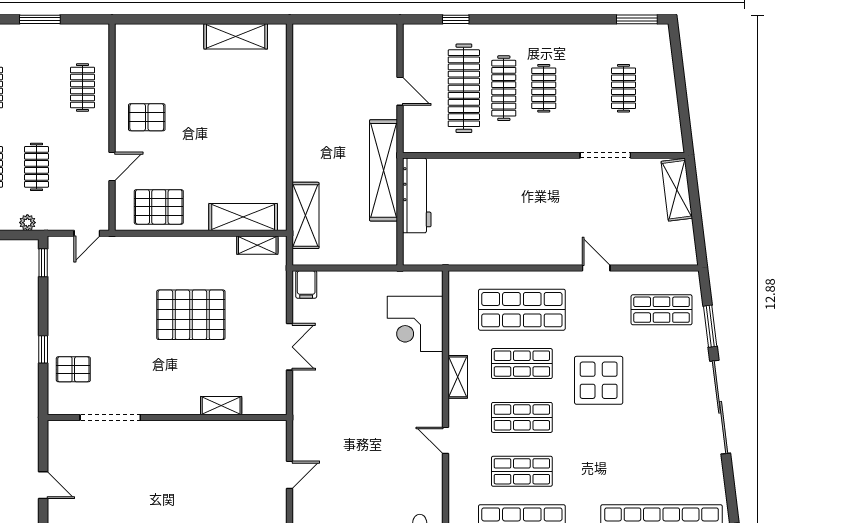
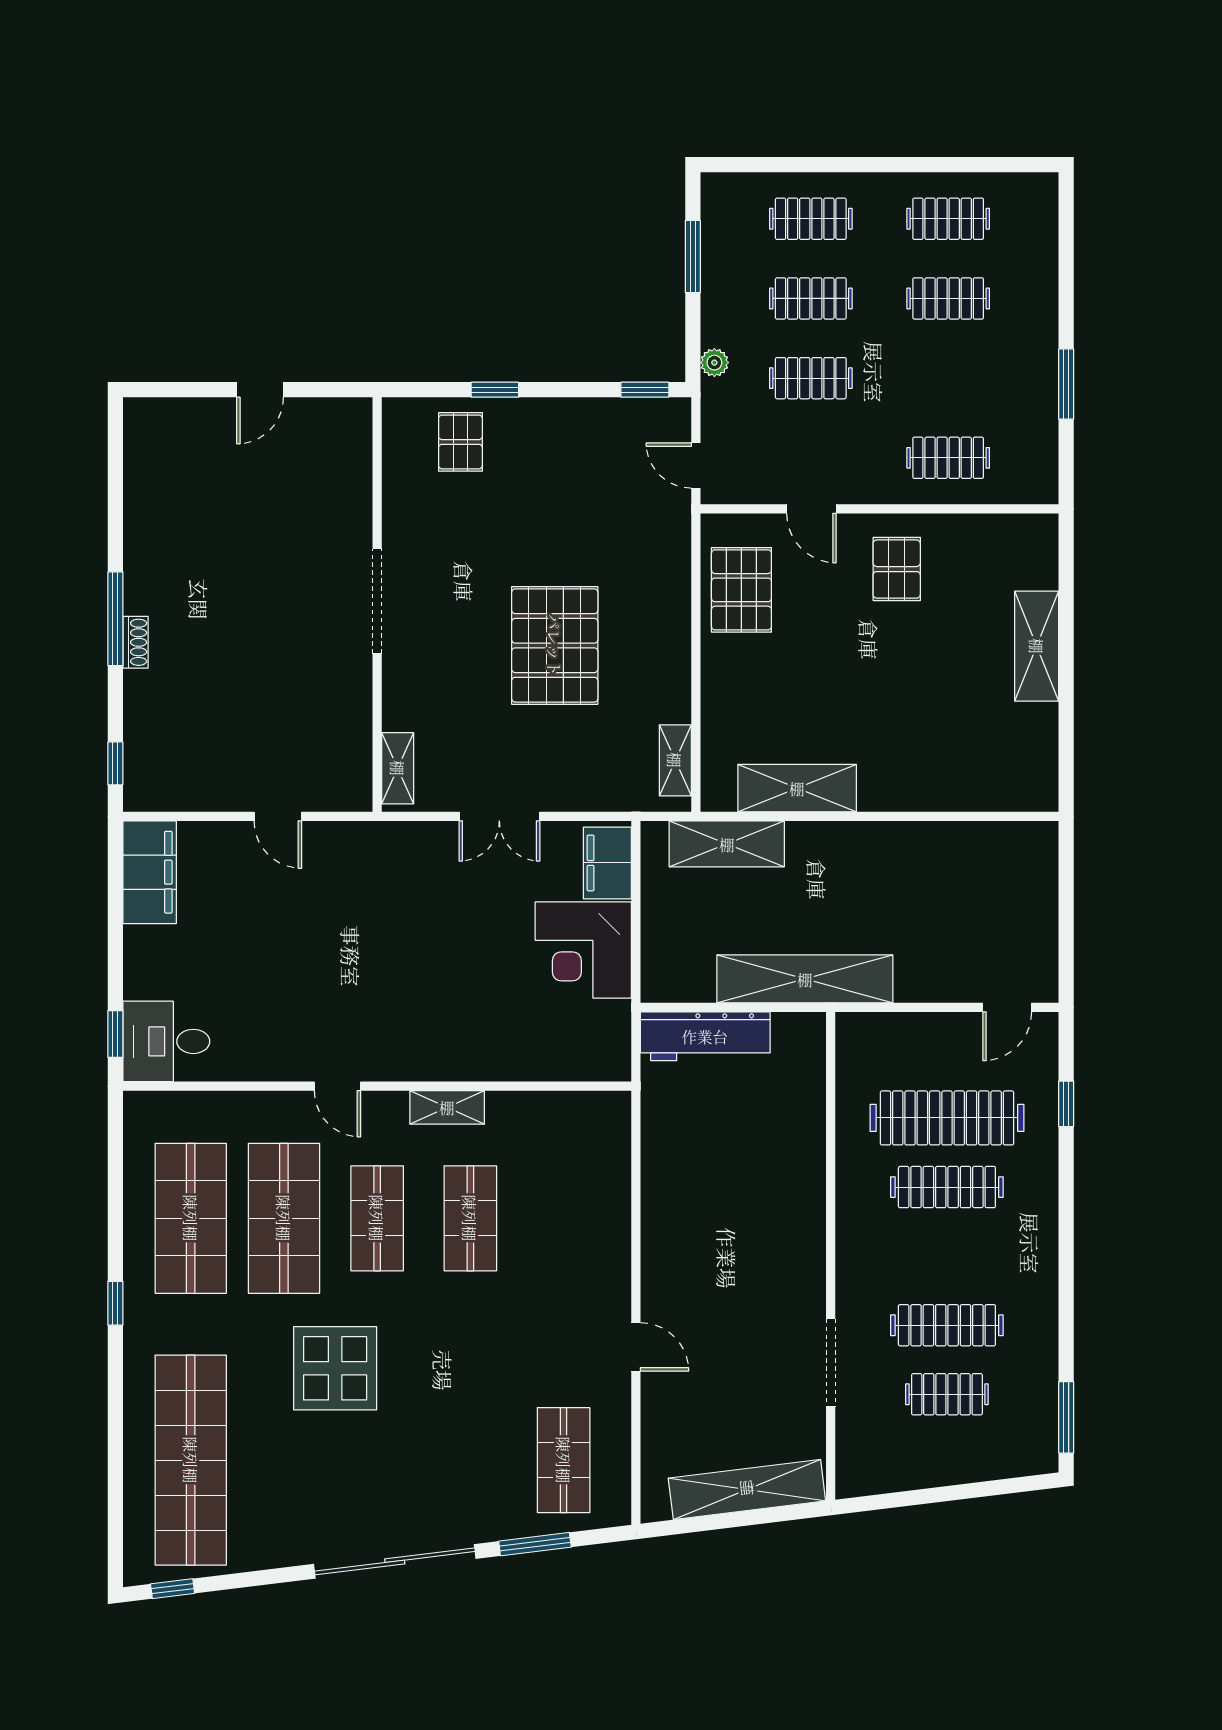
shelving: (236, 36) -> (1037, 646), moved
clothes rail: (544, 88) -> (947, 1325), moved, width x1.36
door: (400, 91) -> (1007, 1007), moved
shelving: (677, 190) -> (747, 1489), width x1.47
workbench: (417, 195) -> (705, 1036), moved
shelving: (243, 217) -> (797, 788), moved, turned 90
door: (596, 268) -> (636, 1347), hinge flipped
filing cabinet: (306, 284) -> (607, 863), width x2.00
shop shelf: (522, 310) -> (564, 1218), removed
corner desk: (415, 324) -> (583, 950), moved, turned -90
display table: (599, 380) -> (335, 1368), moved
shelving: (221, 406) -> (398, 768), moved
doorway: (110, 417) -> (377, 601), moved
door: (446, 440) -> (337, 1086), swing flipped
shop shelf: (522, 471) -> (284, 1218), width x1.43, depth x1.36

